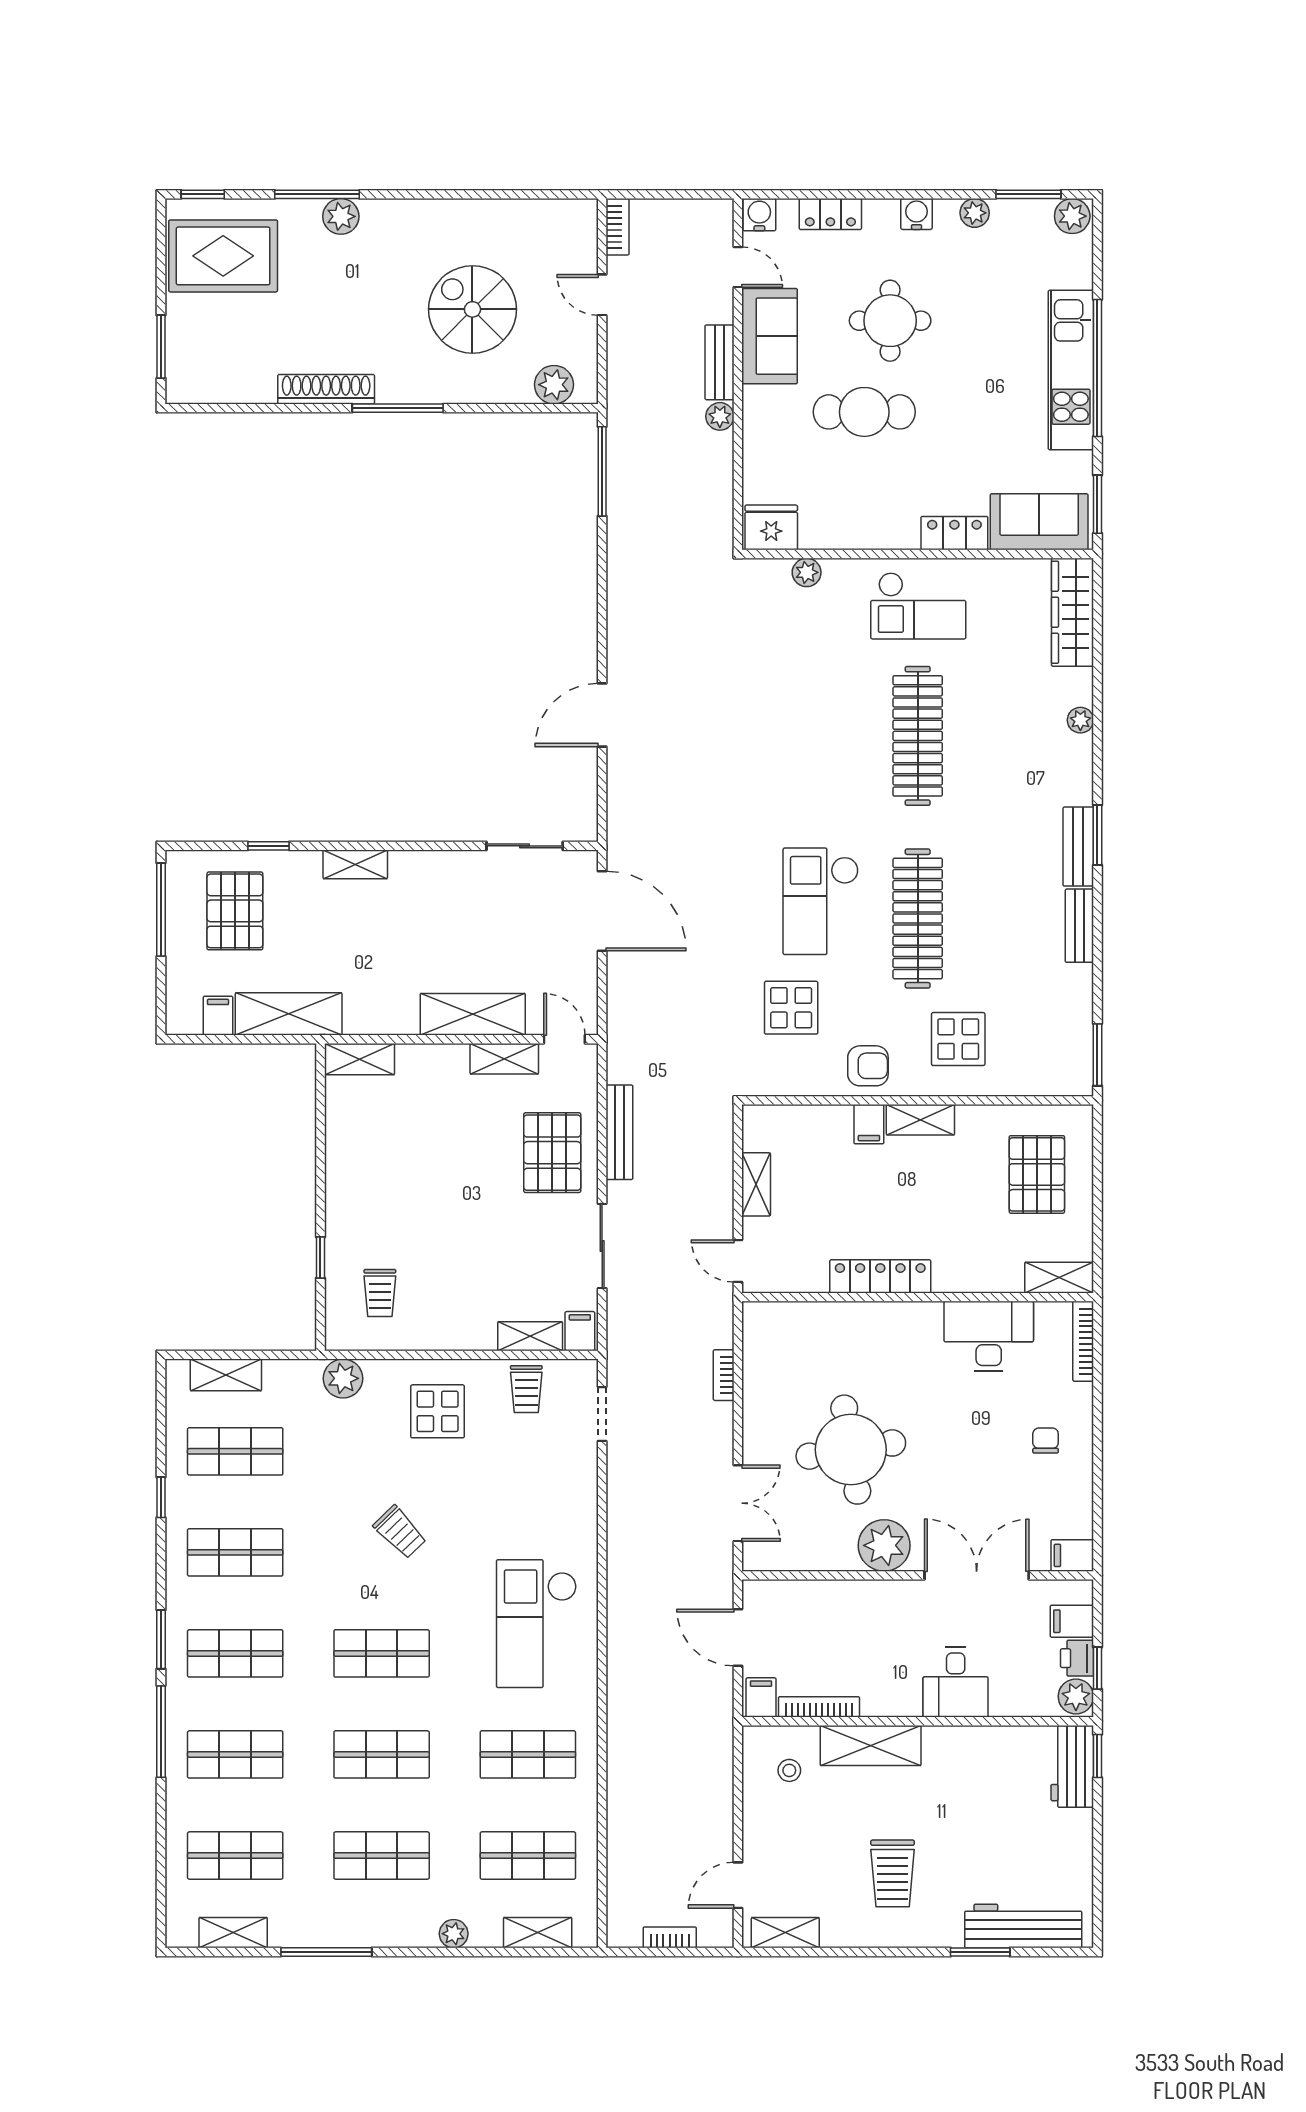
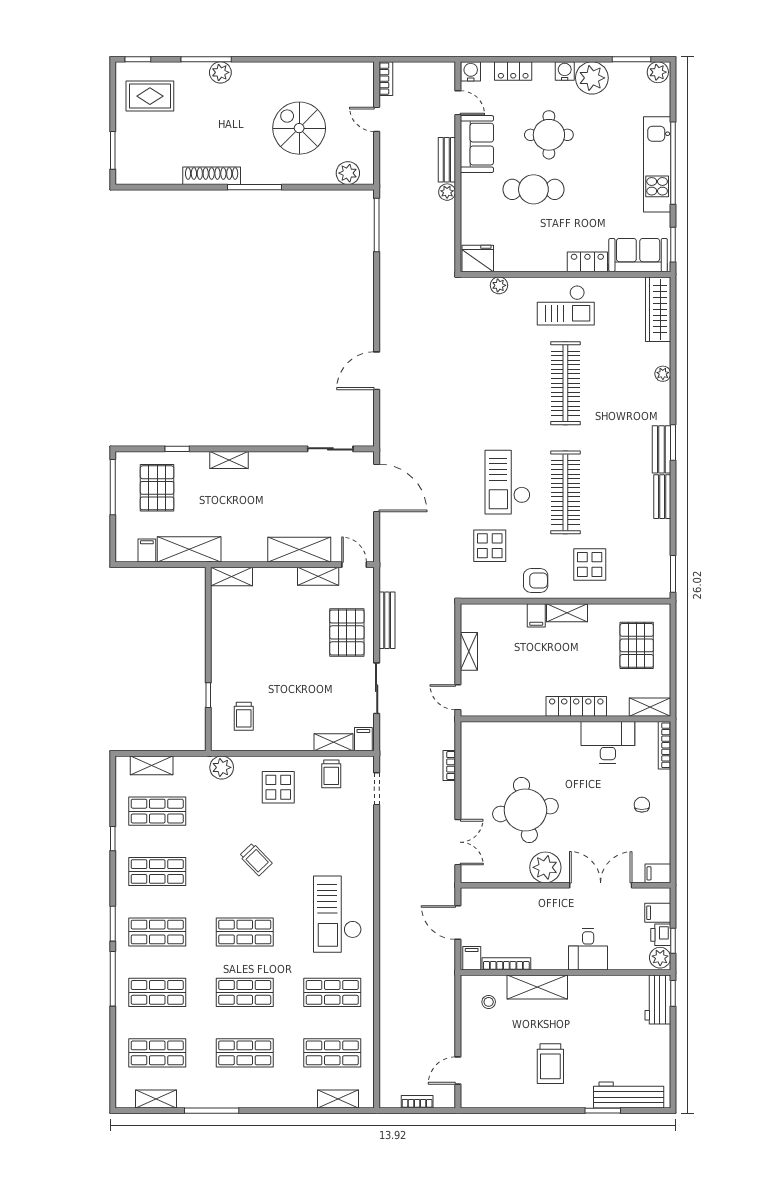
plant: (975, 213) -> (592, 78), width x1.88, depth x1.88
rug: (223, 256) -> (150, 96), width x0.73, depth x0.70
locker: (880, 1276) -> (576, 706), moved
shelving: (785, 1933) -> (486, 1099), removed
plant: (454, 1934) -> (288, 1100), removed

